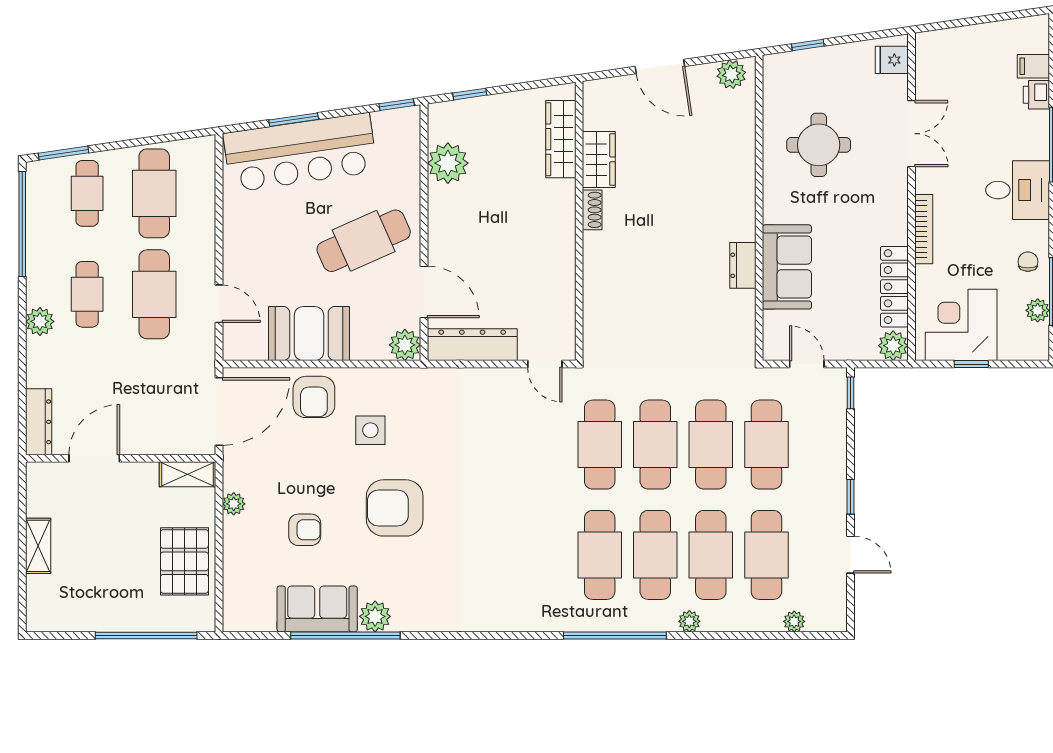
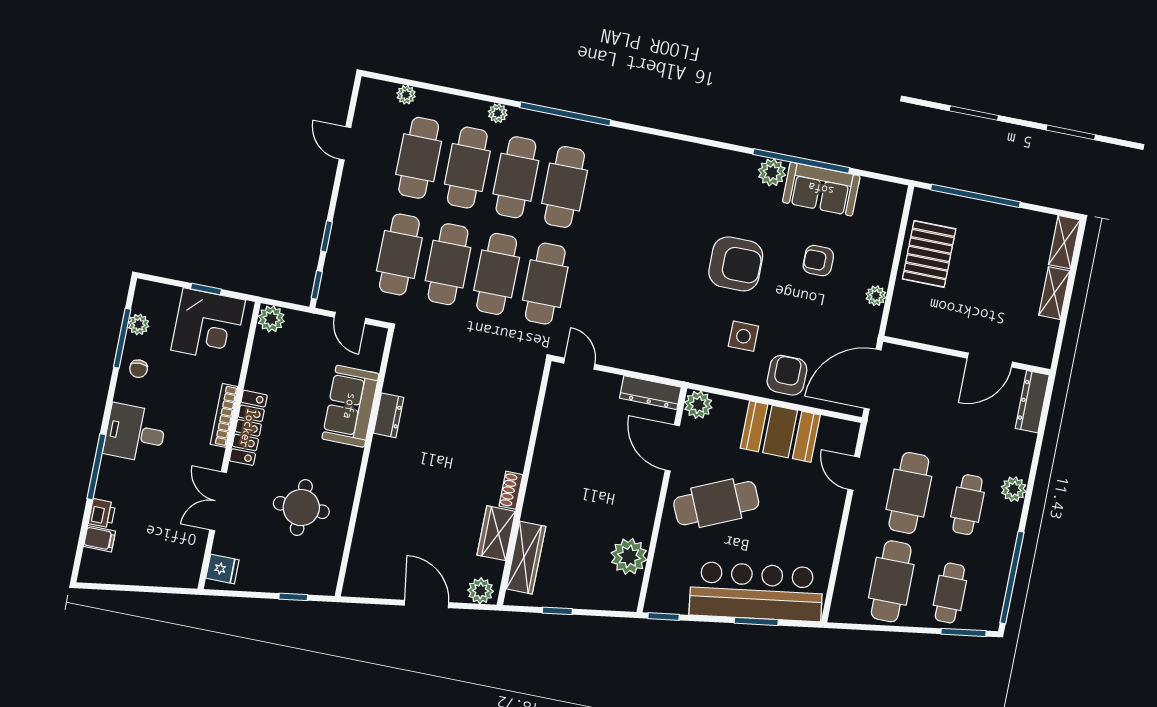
plant: (731, 74) -> (481, 591), moved
window: (470, 94) -> (557, 611), moved
locker: (894, 287) -> (248, 428), moved
dresser: (472, 345) -> (650, 393), width x0.73, depth x0.80
shelving: (188, 474) -> (1064, 242), moved, turned 90
window: (851, 497) -> (326, 236), moved

